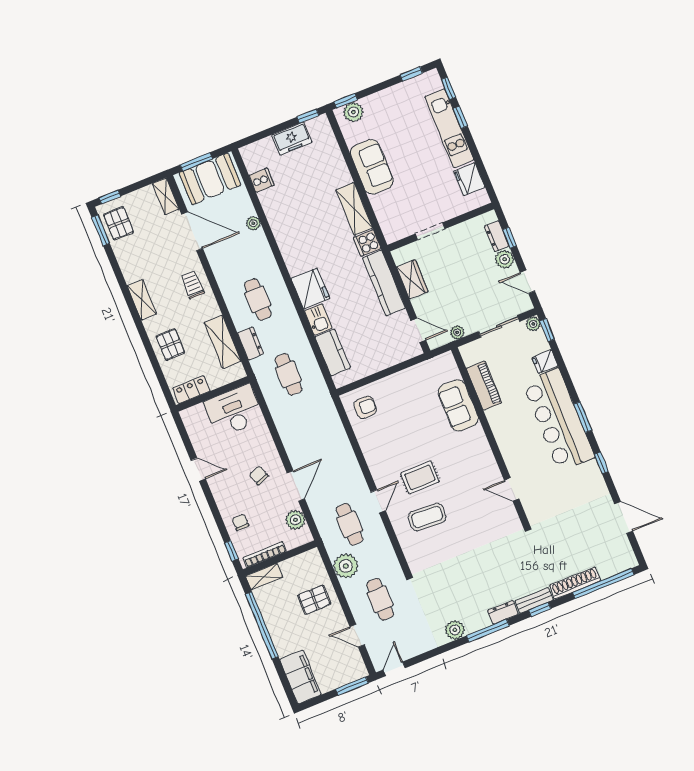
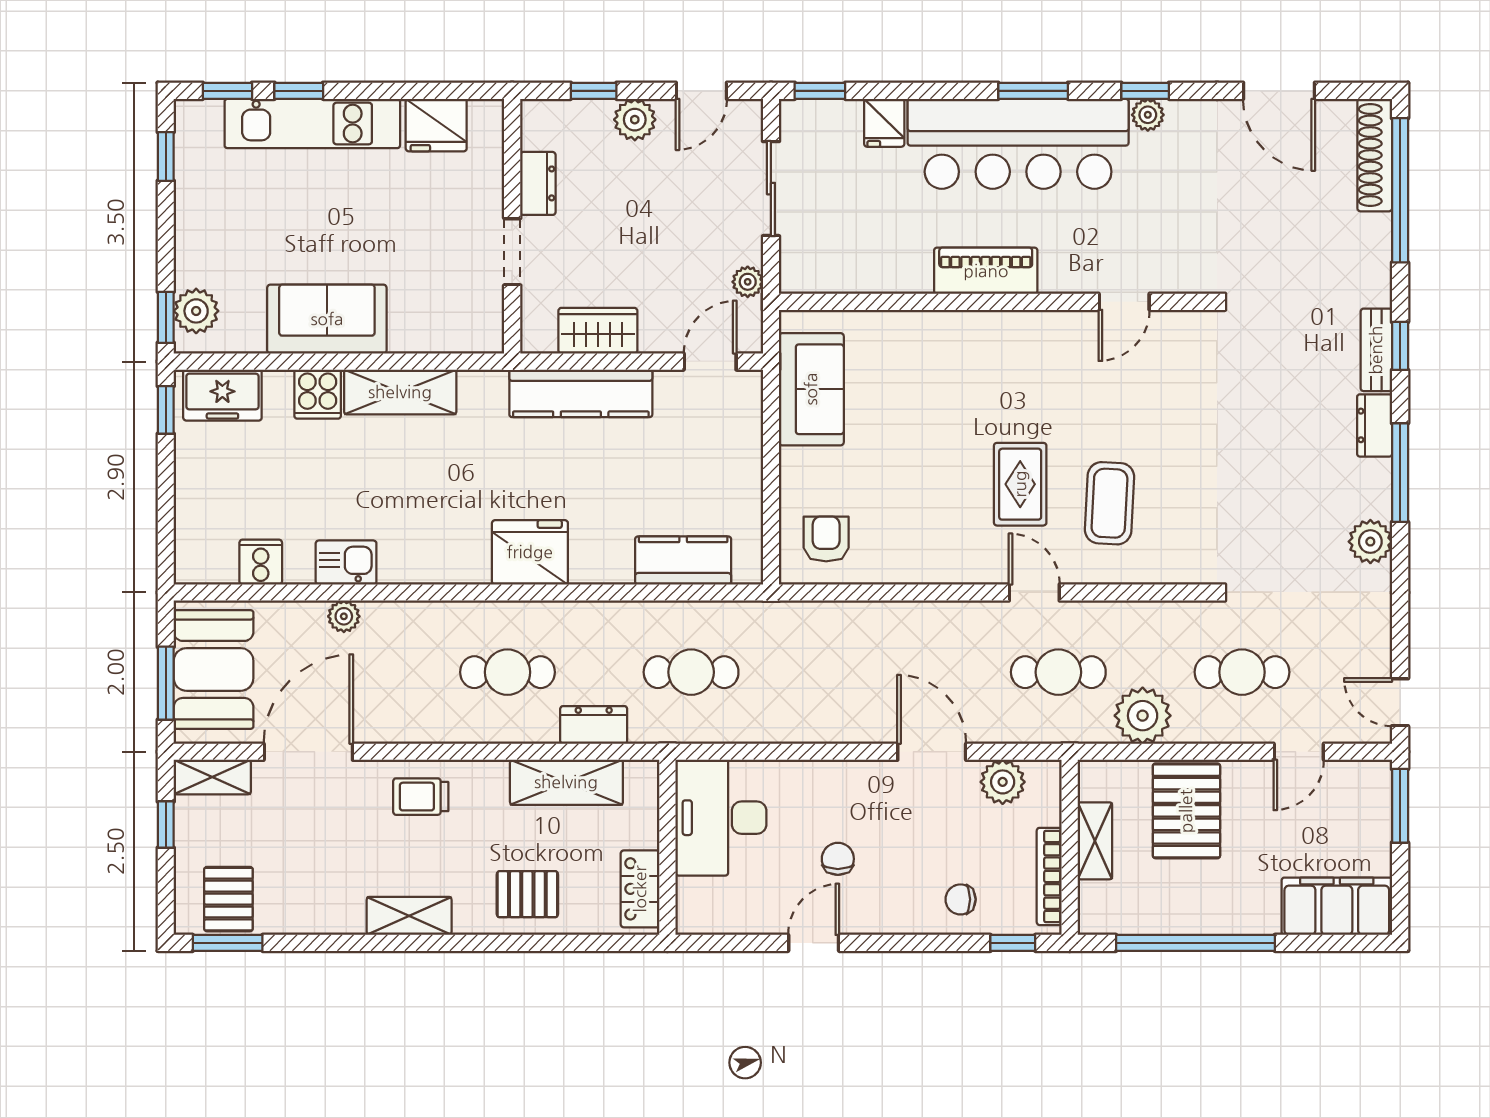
freezer: (292, 139) -> (222, 395), moved, turned 90
window: (110, 197) -> (166, 825), moved
pallet: (119, 223) -> (228, 899), turned 90
dresser: (497, 236) -> (538, 183), moved, turned -90
cooker: (367, 243) -> (318, 394), moved
kitchen sink: (318, 319) -> (346, 563), moved
plant: (533, 324) -> (1148, 115), moved
piano: (484, 386) -> (986, 271), moved
sofa: (458, 405) -> (811, 389), moved, turned -90
chair: (259, 475) -> (838, 859), moved, turned 109
door: (624, 518) -> (1279, 91), swing flipped
shelving: (264, 577) -> (1095, 841), moved
shoe rack: (575, 583) -> (1375, 155), moved
pallet: (314, 600) -> (1186, 811), width x1.50, depth x1.42

